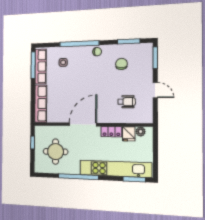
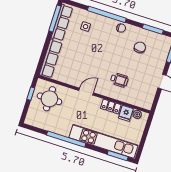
wheelchair: (127, 102) -> (119, 80), moved
door: (83, 124) -> (86, 92), width x0.53
round table: (56, 152) -> (49, 99), moved

